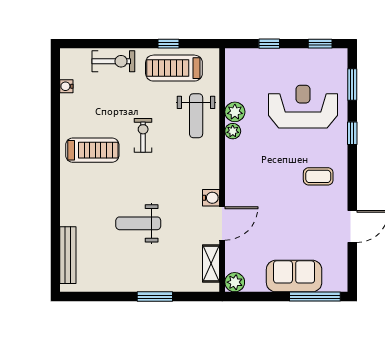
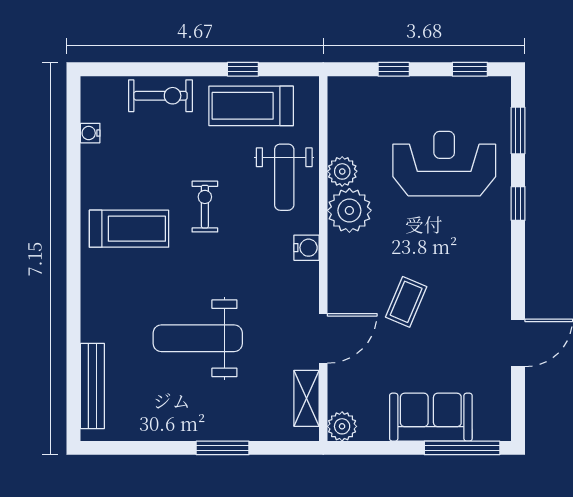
plant: (233, 131) -> (349, 210), width x1.87, depth x1.87
coffee table: (318, 176) -> (406, 302), moved, turned -67
water cooler: (211, 198) -> (307, 248), moved
weight bench: (138, 223) -> (198, 338), width x1.36, depth x1.33

